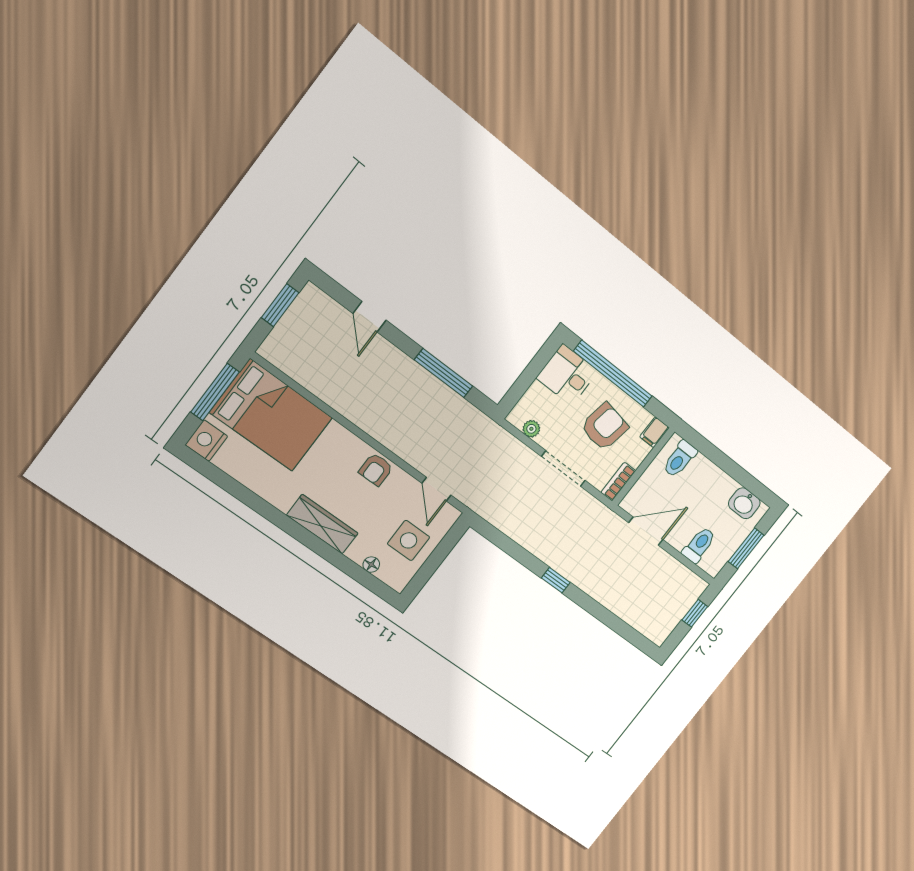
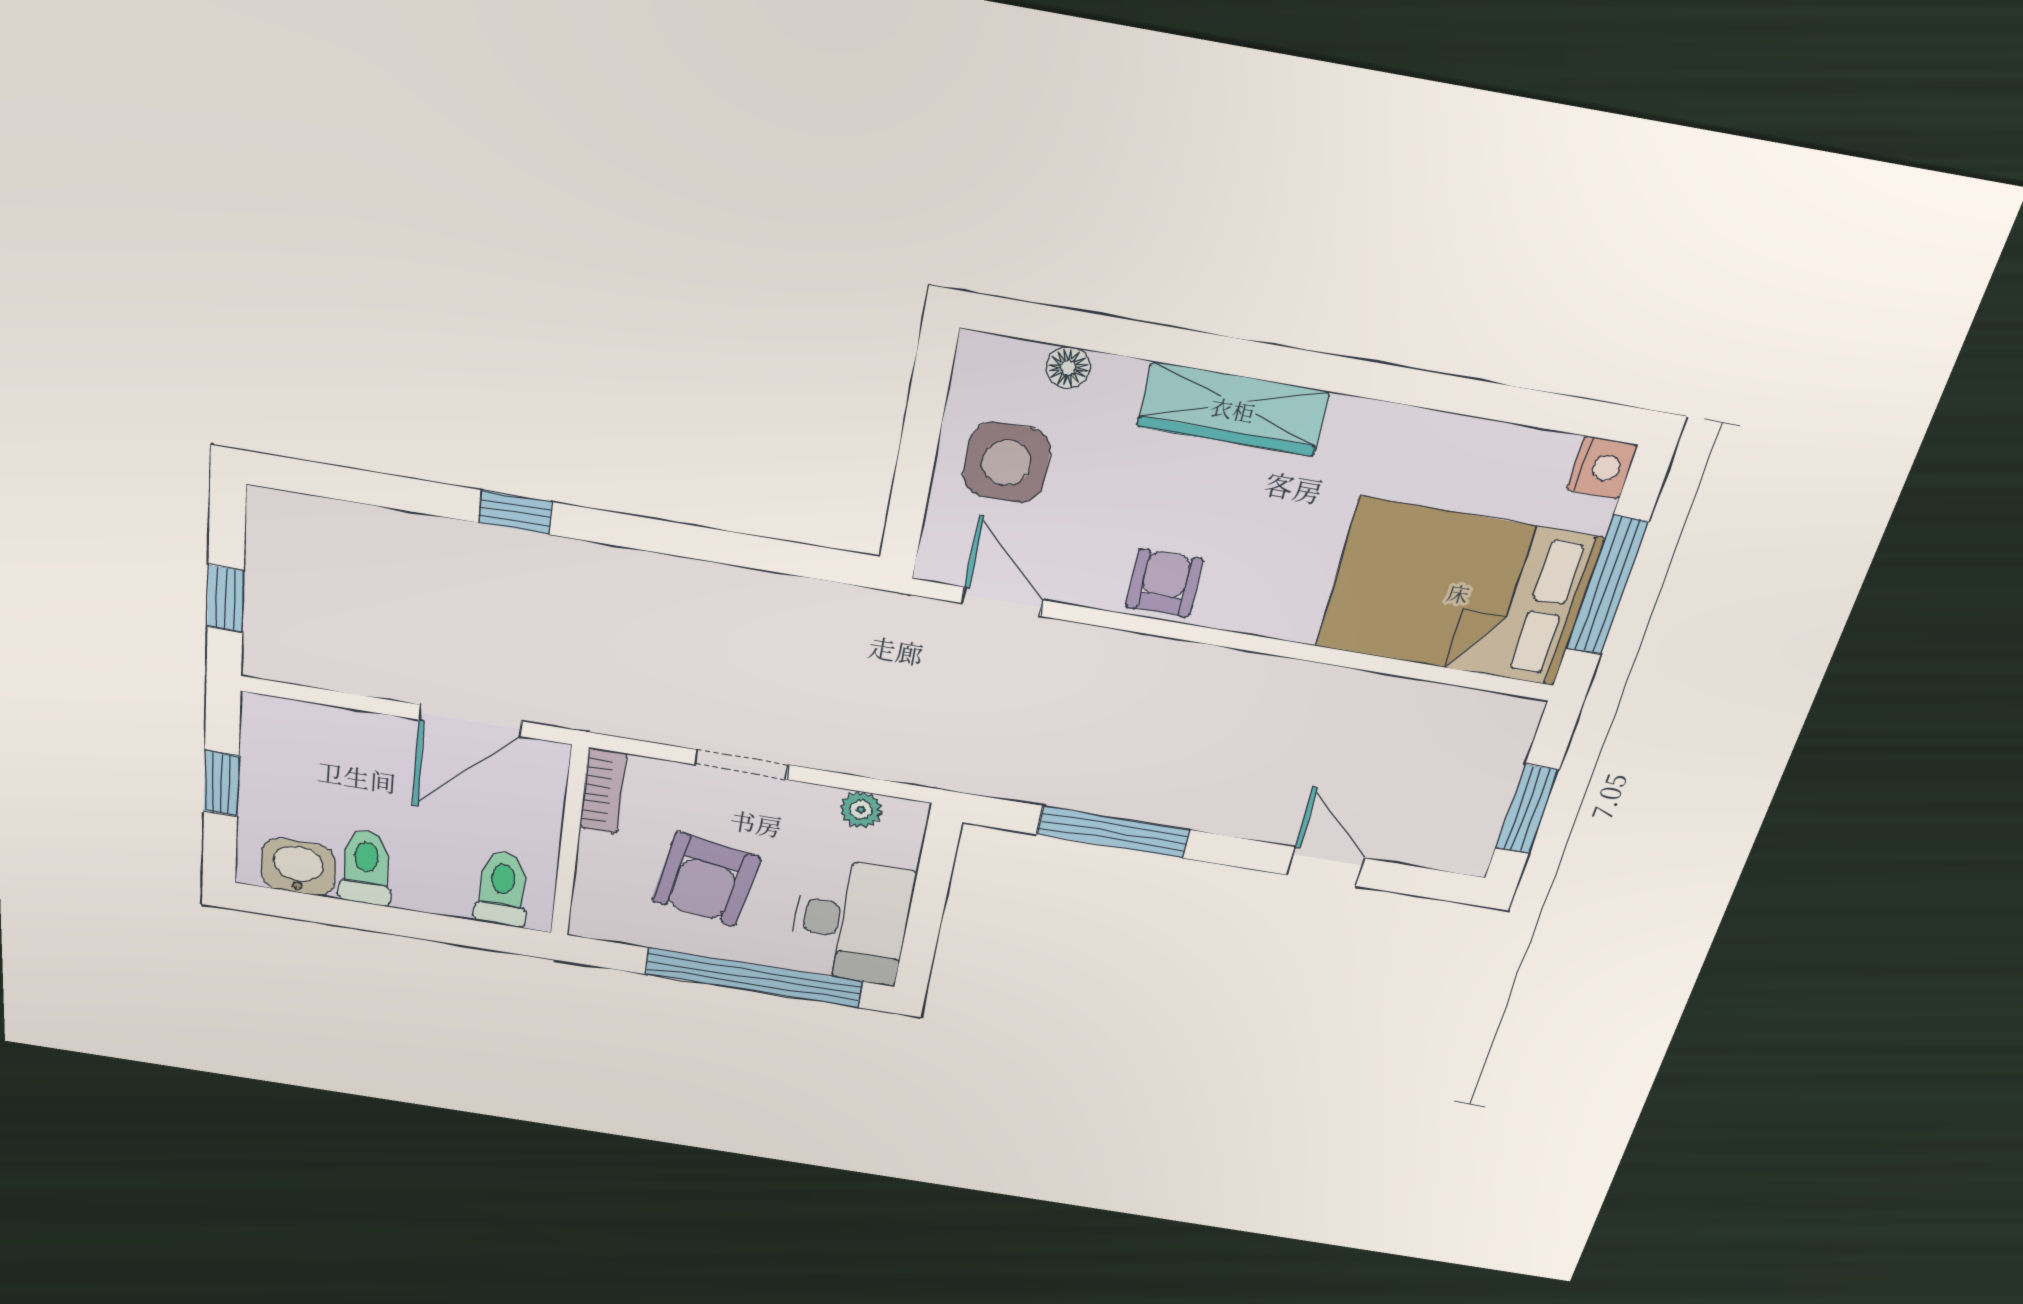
desk: (567, 375) -> (851, 922), width x1.37
filing cabinet: (654, 432) -> (593, 914), removed
nightstand: (206, 441) -> (1602, 468), width x0.74, depth x0.75
doorway: (563, 469) -> (741, 765), width x0.73
toilet: (699, 545) -> (366, 867), moved, turned 180
window: (746, 548) -> (221, 783), width x0.67
window: (556, 580) -> (516, 512), moved

